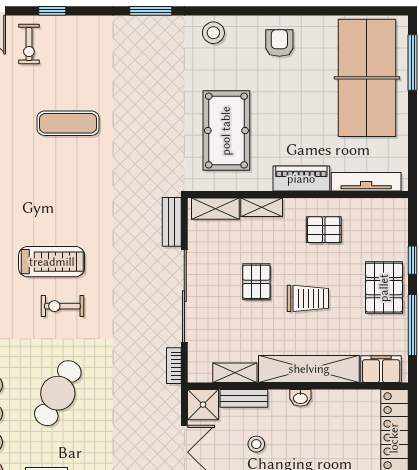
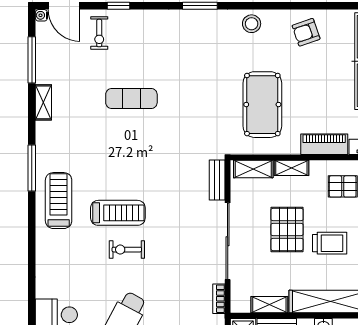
armchair: (279, 43) -> (306, 32), turned -109
pallet: (256, 282) -> (287, 229), width x1.50, depth x1.42

